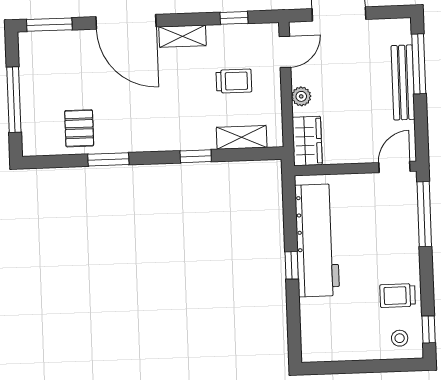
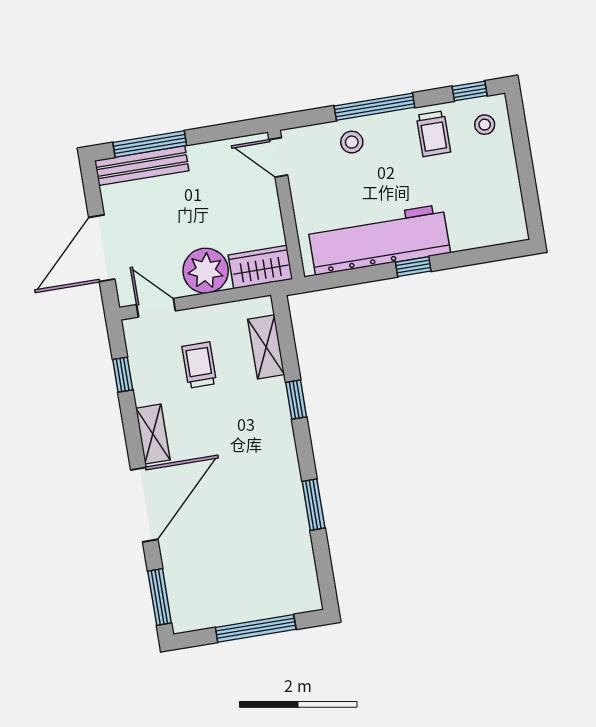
bench: (403, 82) -> (142, 166), moved
plant: (301, 96) -> (206, 271), width x1.87, depth x1.87
pallet: (79, 128) -> (280, 545), removed
window: (424, 214) -> (374, 107), moved
stool: (399, 228) -> (352, 142), added

